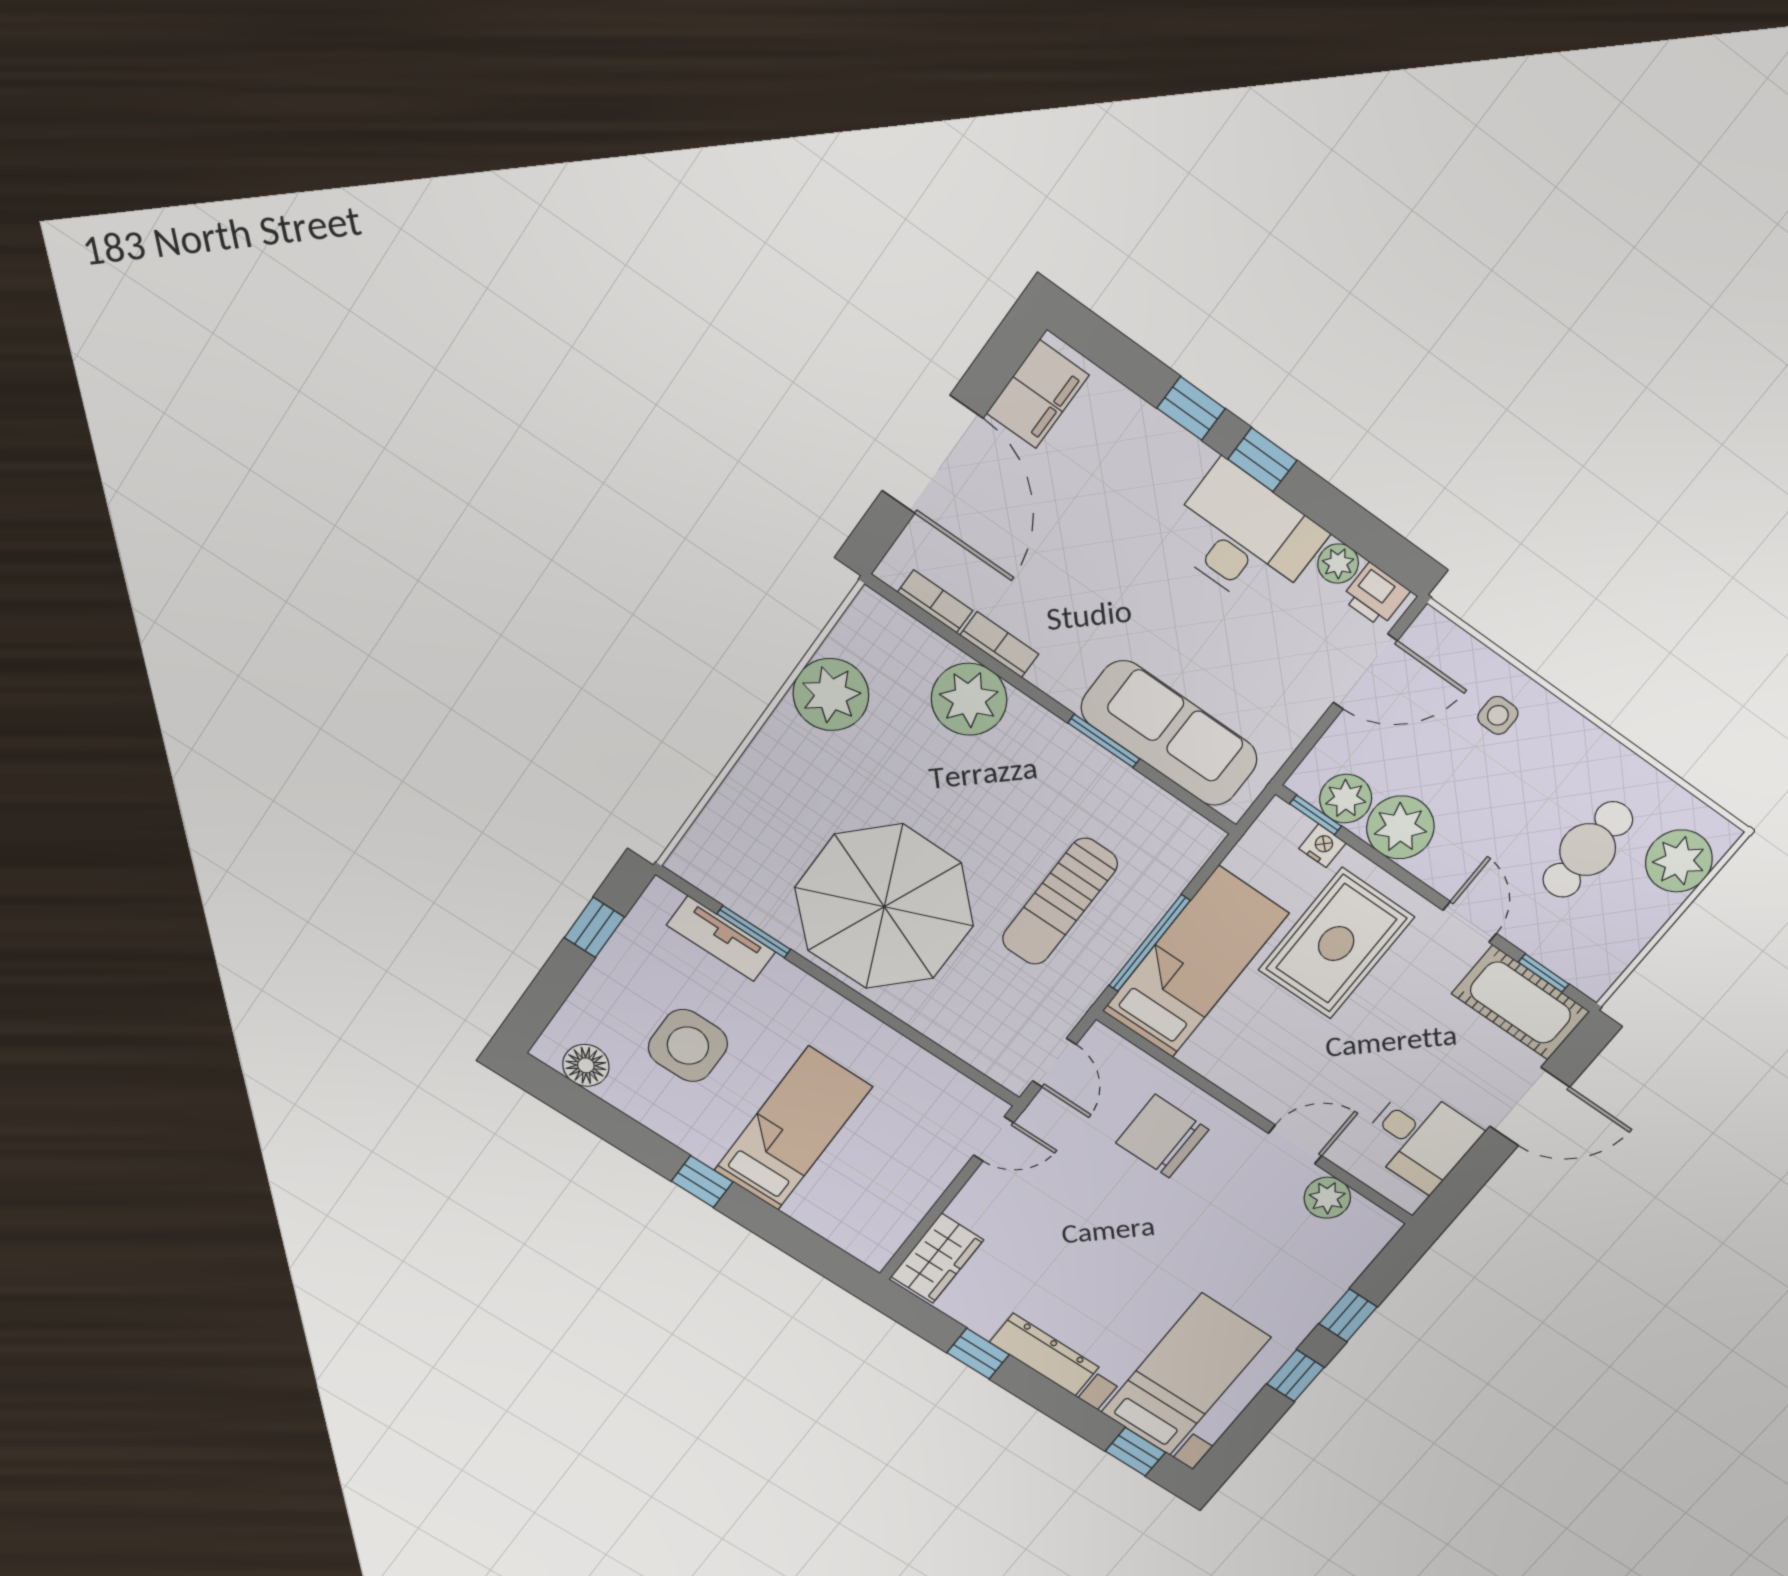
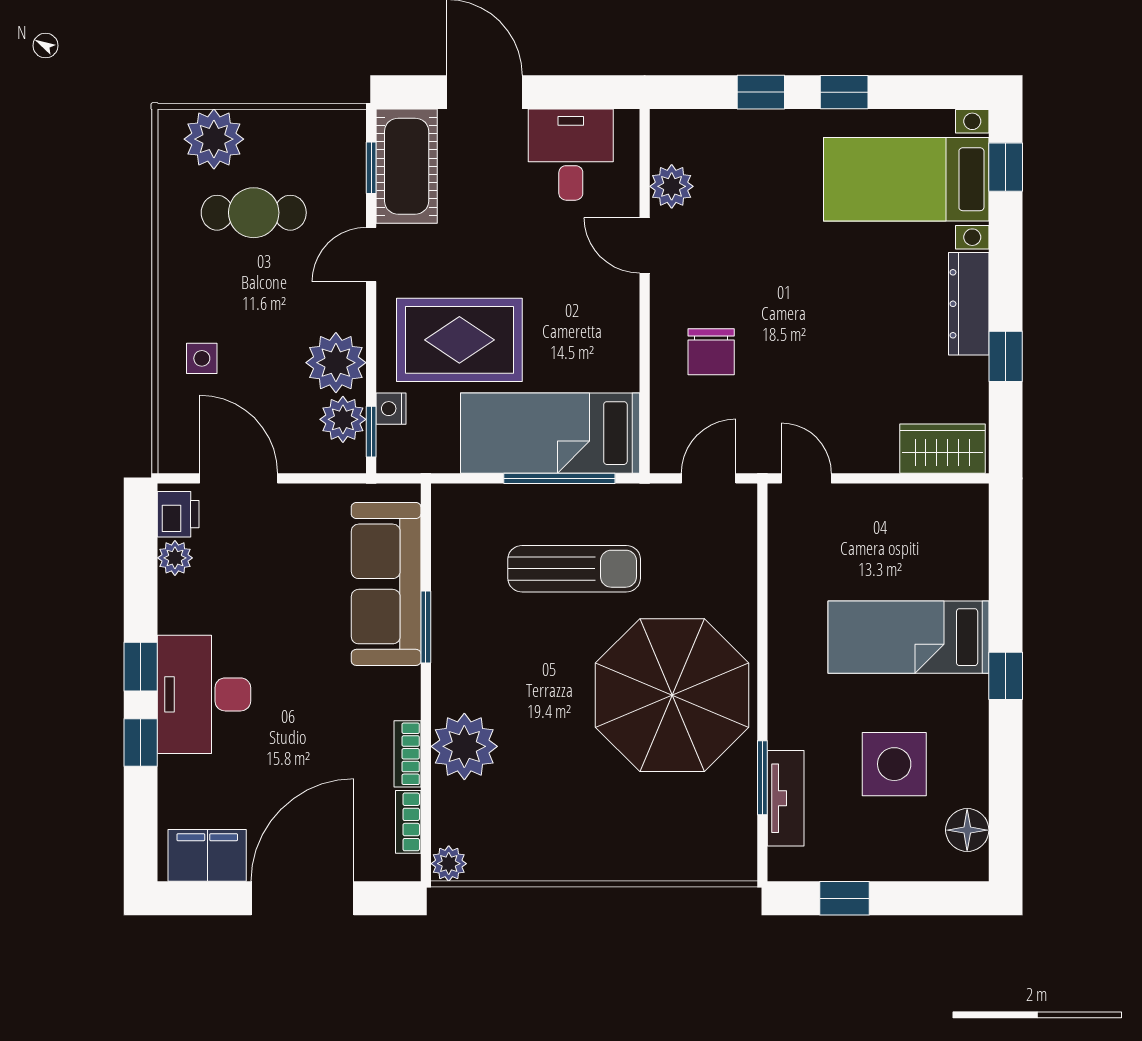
desk: (1244, 537) -> (204, 694), moved
plant: (831, 695) -> (449, 864), moved, width x0.53, depth x0.53
chair: (1162, 1136) -> (711, 352), width x0.73, depth x0.73

